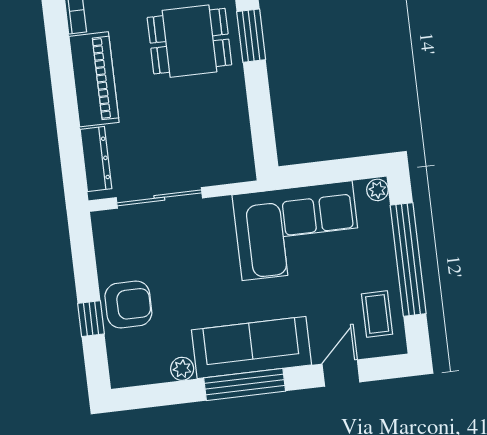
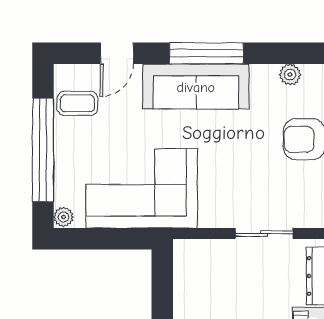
sliding door: (159, 198) -> (264, 234), width x0.73
coffee table: (377, 314) -> (77, 103), turned 90
plant: (182, 369) -> (290, 75), moved

